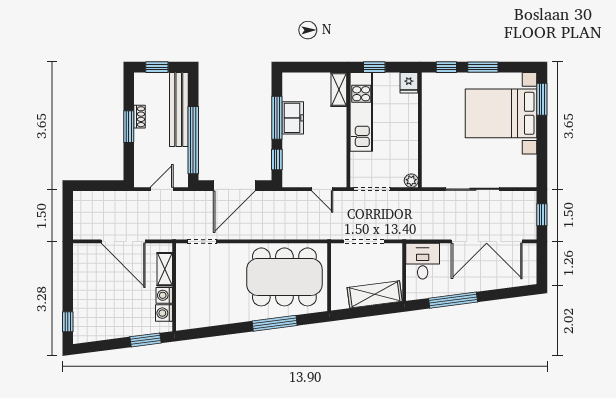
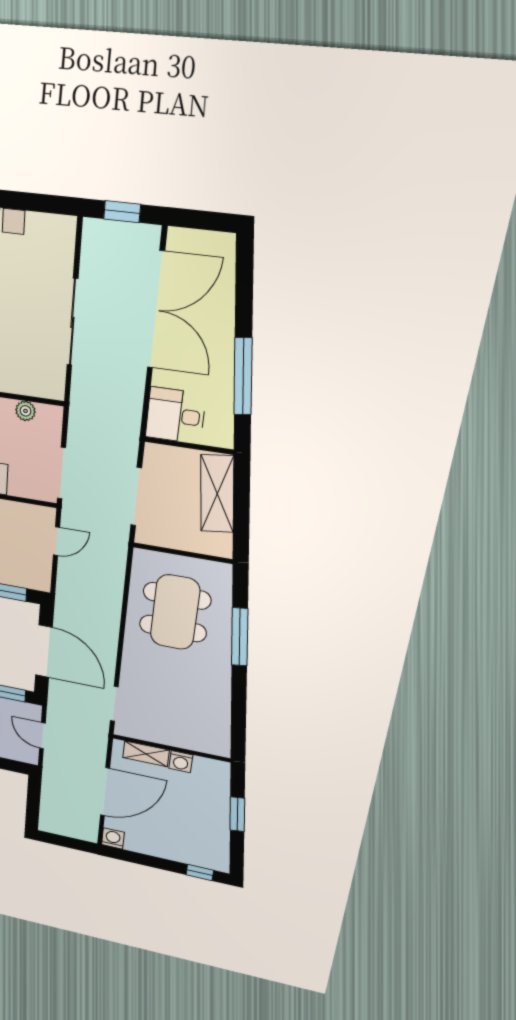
plant: (411, 181) -> (25, 411), moved
dining table: (284, 277) -> (175, 612), width x0.73, depth x0.80
washing machine: (164, 313) -> (113, 838), moved, turned 180
window: (146, 340) -> (237, 814), moved

